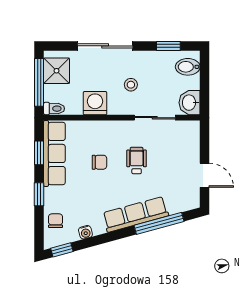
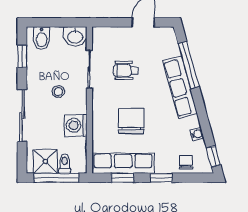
toilet: (54, 109) -> (65, 164), moved
wheelchair: (137, 161) -> (126, 70), moved
chair: (99, 162) -> (131, 121), width x1.87, depth x1.87
chair: (56, 221) -> (186, 162), turned 90

